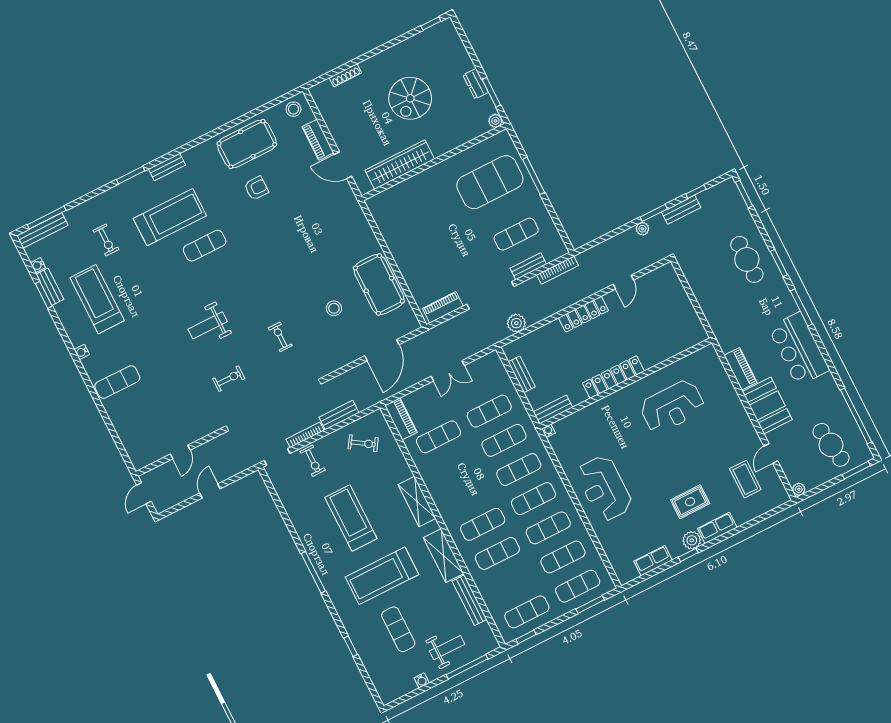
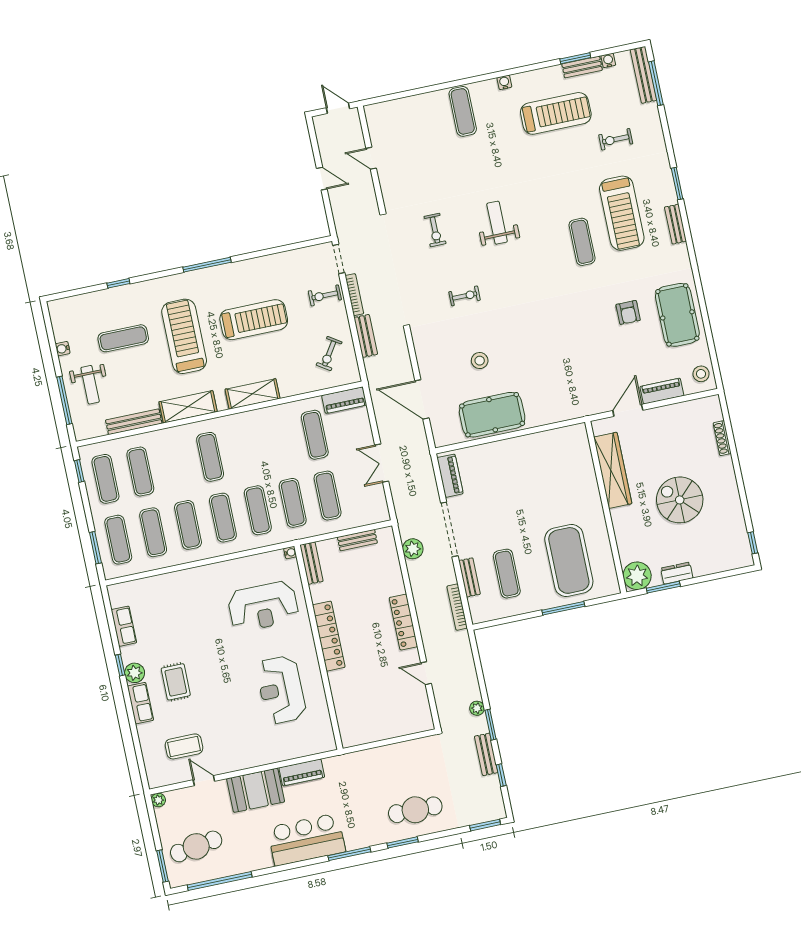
plant: (495, 121) -> (637, 576), width x1.88, depth x1.88
reception desk: (604, 488) -> (263, 606), moved, turned 180
exercise mat: (497, 553) -> (140, 472), moved

